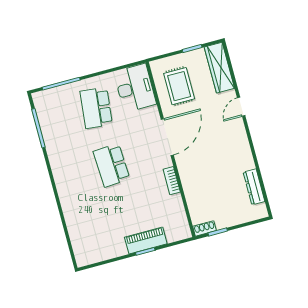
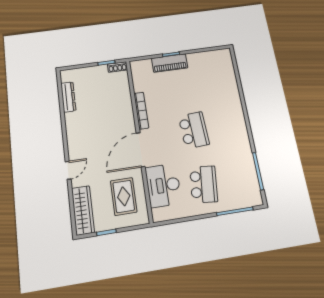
desk: (135, 88) -> (163, 185), moved
bookcase: (172, 181) -> (141, 111), width x1.56

